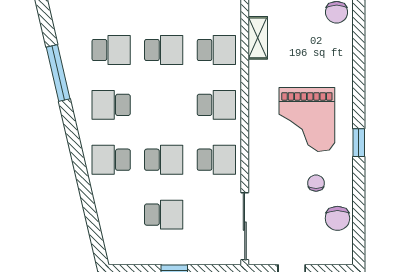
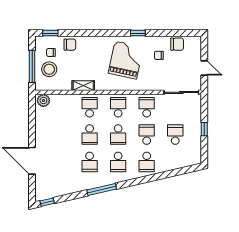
school desk: (111, 50) -> (90, 162), turned 180
school desk: (164, 50) -> (90, 135), turned 180
school desk: (164, 105) -> (118, 135), added
grand piano: (307, 119) -> (126, 60), turned -78

